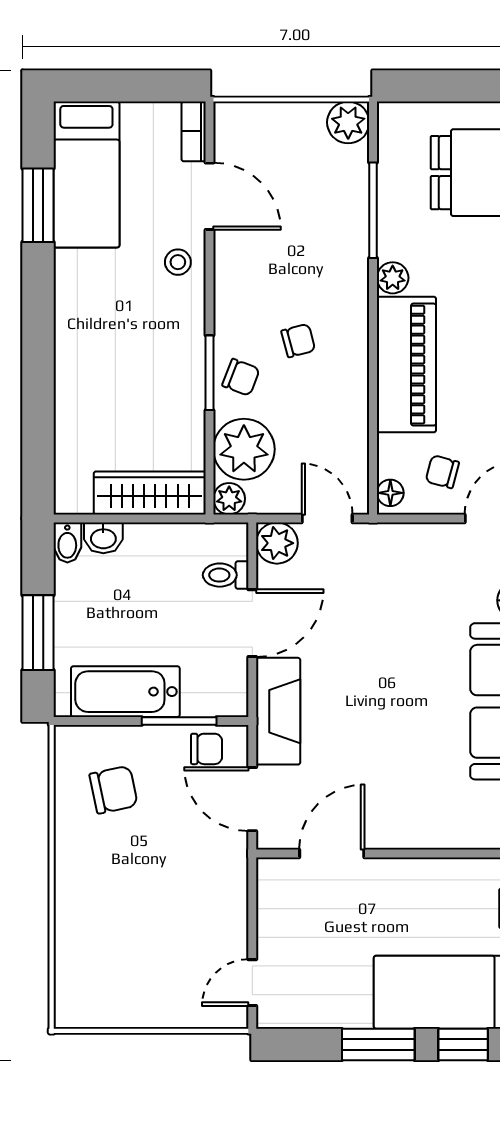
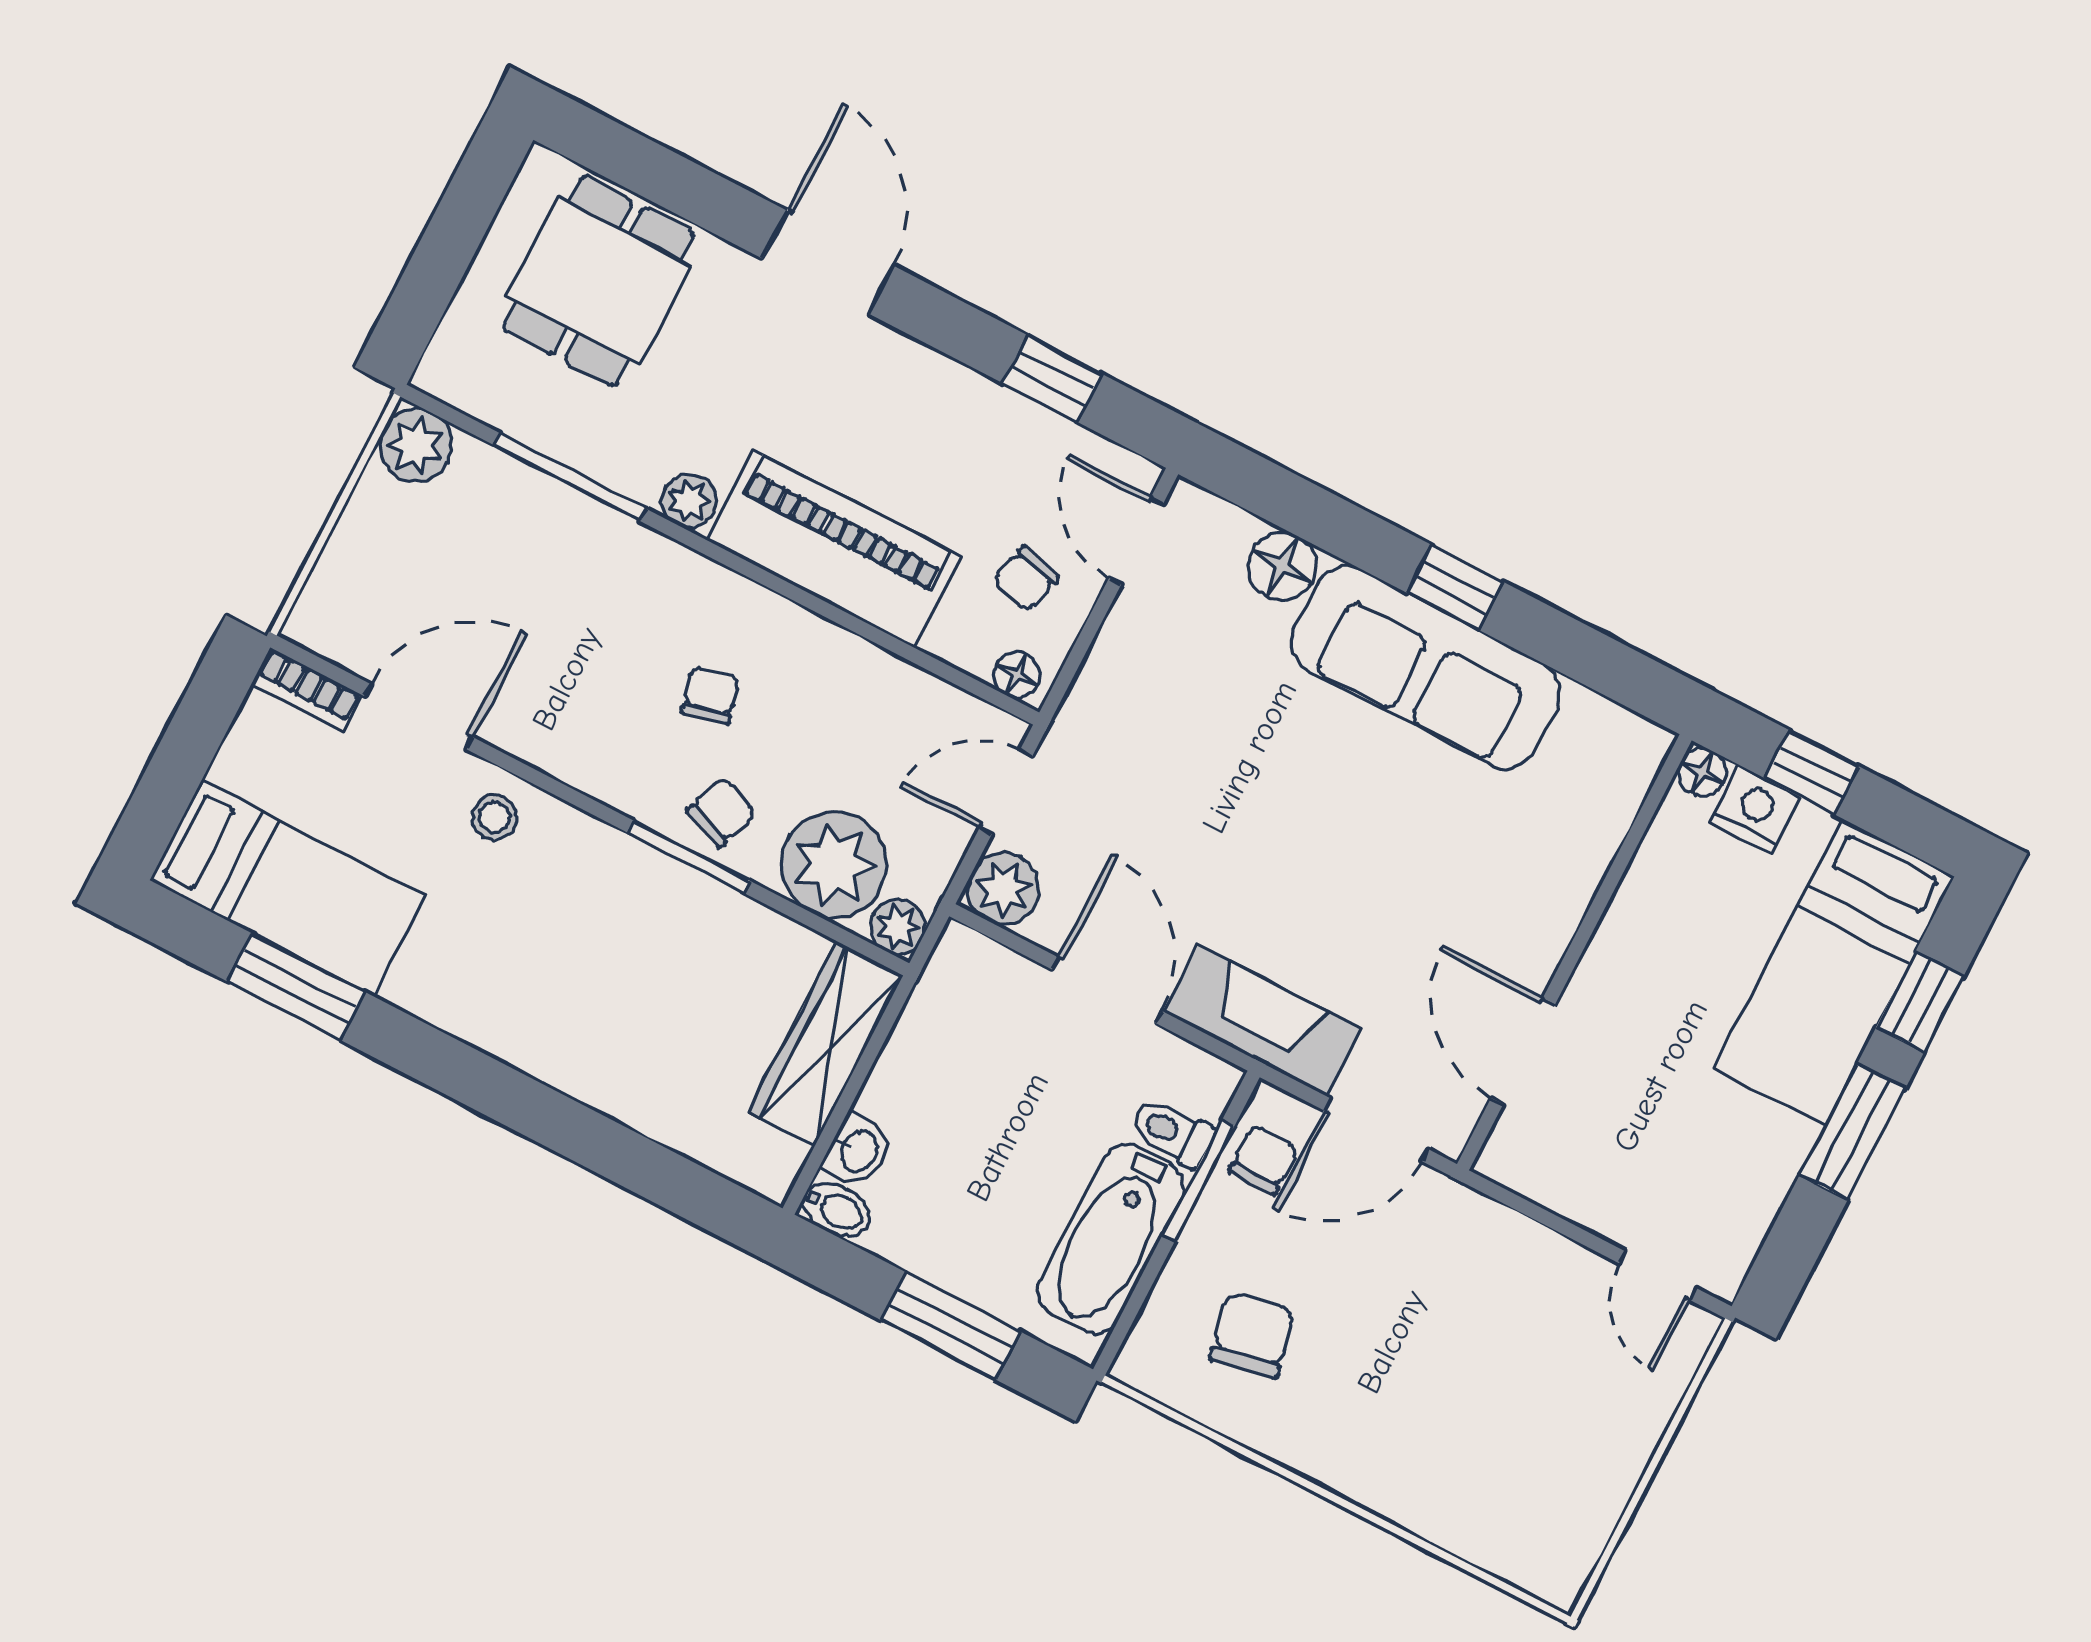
toilet: (226, 575) -> (1172, 1132), moved, turned 90

